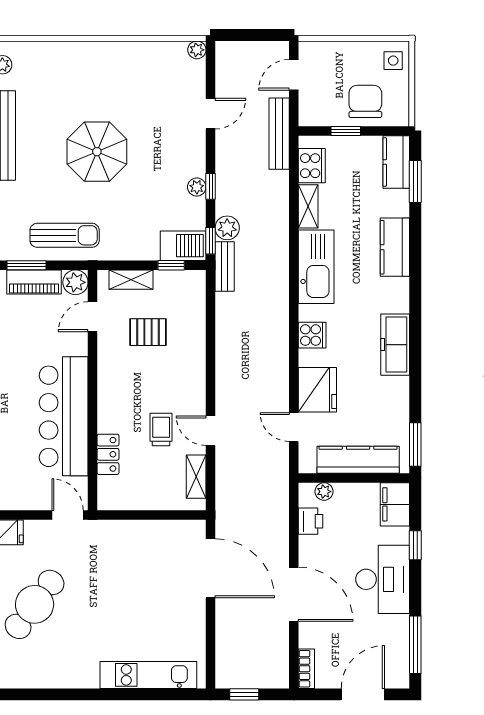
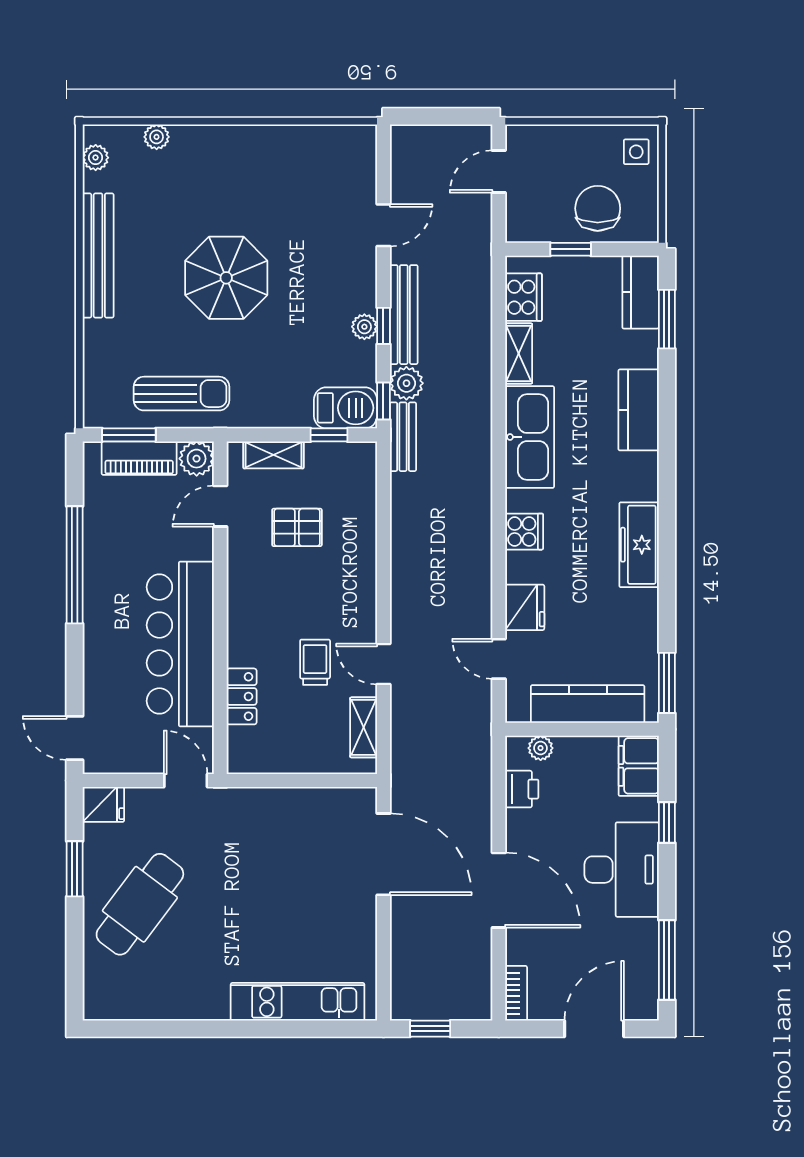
plant: (197, 50) -> (157, 137), moved
bench: (279, 134) -> (404, 315), moved
fridge: (317, 390) -> (525, 607), width x0.73, depth x0.75

